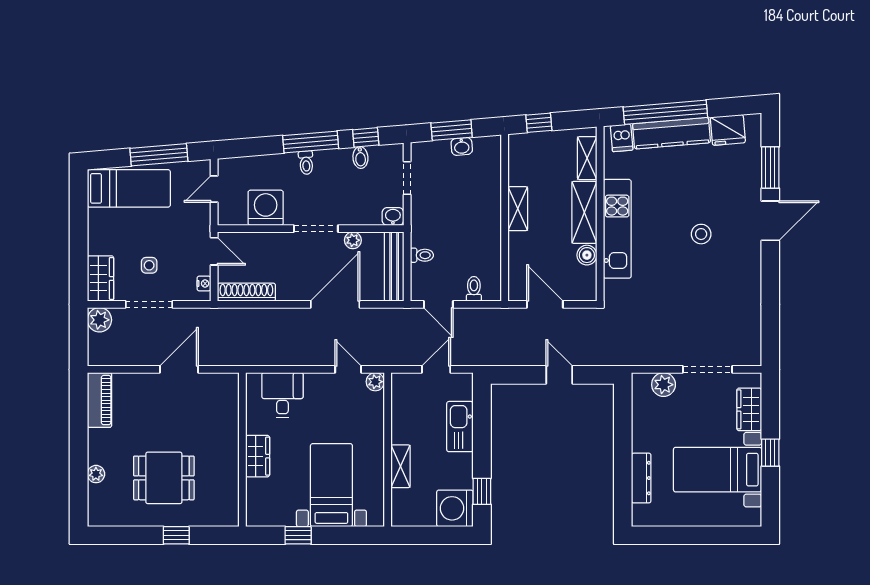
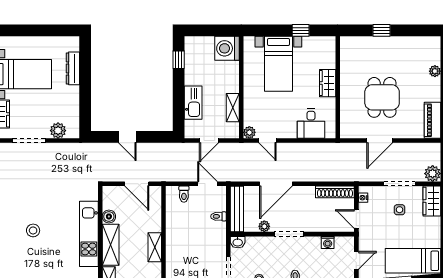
washing machine: (266, 208) -> (328, 242), width x0.53, depth x0.53
shelving: (400, 466) -> (233, 108), moved
dining table: (164, 478) -> (382, 97), moved, turned 90
washing machine: (455, 508) -> (227, 48), moved, turned 180

